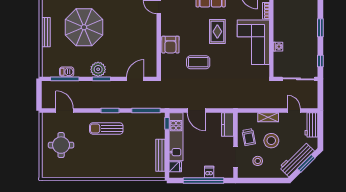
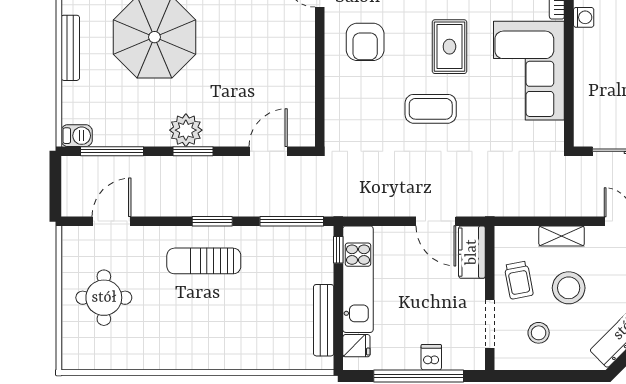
armchair: (170, 45) -> (365, 42), moved
washing machine: (278, 47) -> (584, 17), moved
coffee table: (198, 62) -> (431, 109), moved
barbecue: (67, 72) -> (77, 136), moved
door: (64, 110) -> (111, 221), hinge flipped
door: (196, 110) -> (436, 221), moved

